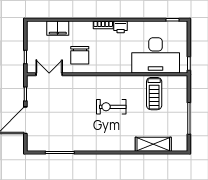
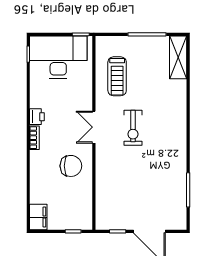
filing cabinet: (58, 28) -> (38, 217), moved
desk: (156, 55) -> (58, 57), moved, turned -90
double door: (49, 74) -> (94, 127), moved
treadmill: (154, 94) -> (117, 76), turned 90
shelving: (153, 144) -> (178, 57), moved

